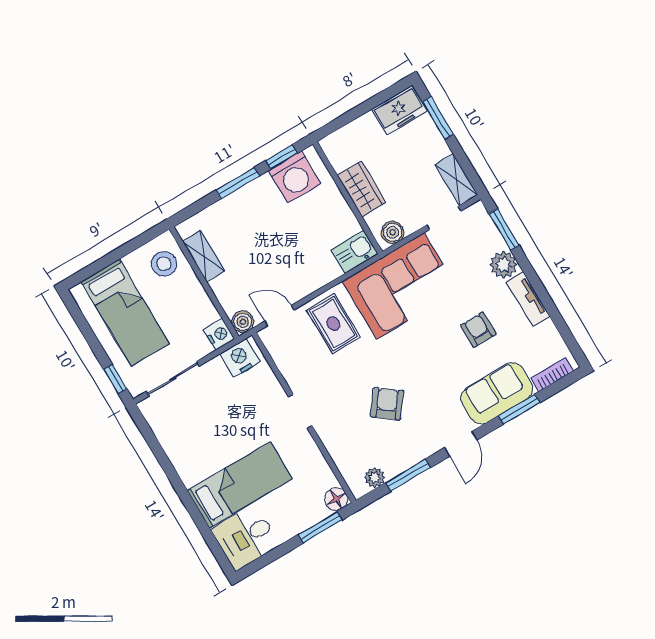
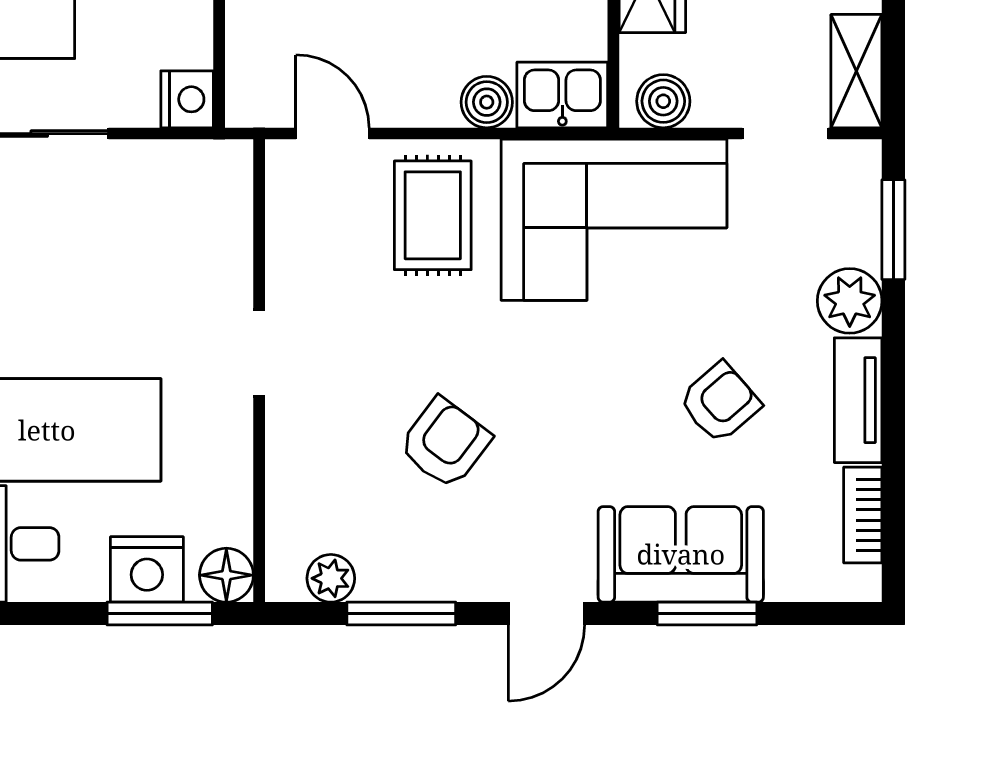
boiler: (243, 322) -> (487, 102), moved
armchair: (478, 330) -> (720, 402), turned 49
nightstand: (240, 358) -> (147, 569), moved, turned 180
bookcase: (552, 375) -> (863, 515), moved, turned -90

